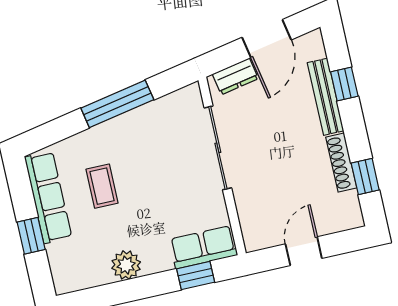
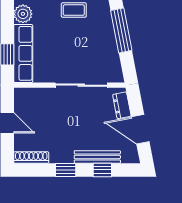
shoe rack: (341, 163) -> (31, 157), moved
window: (365, 177) -> (66, 170), moved
row of seats: (203, 247) -> (23, 53), width x1.48

